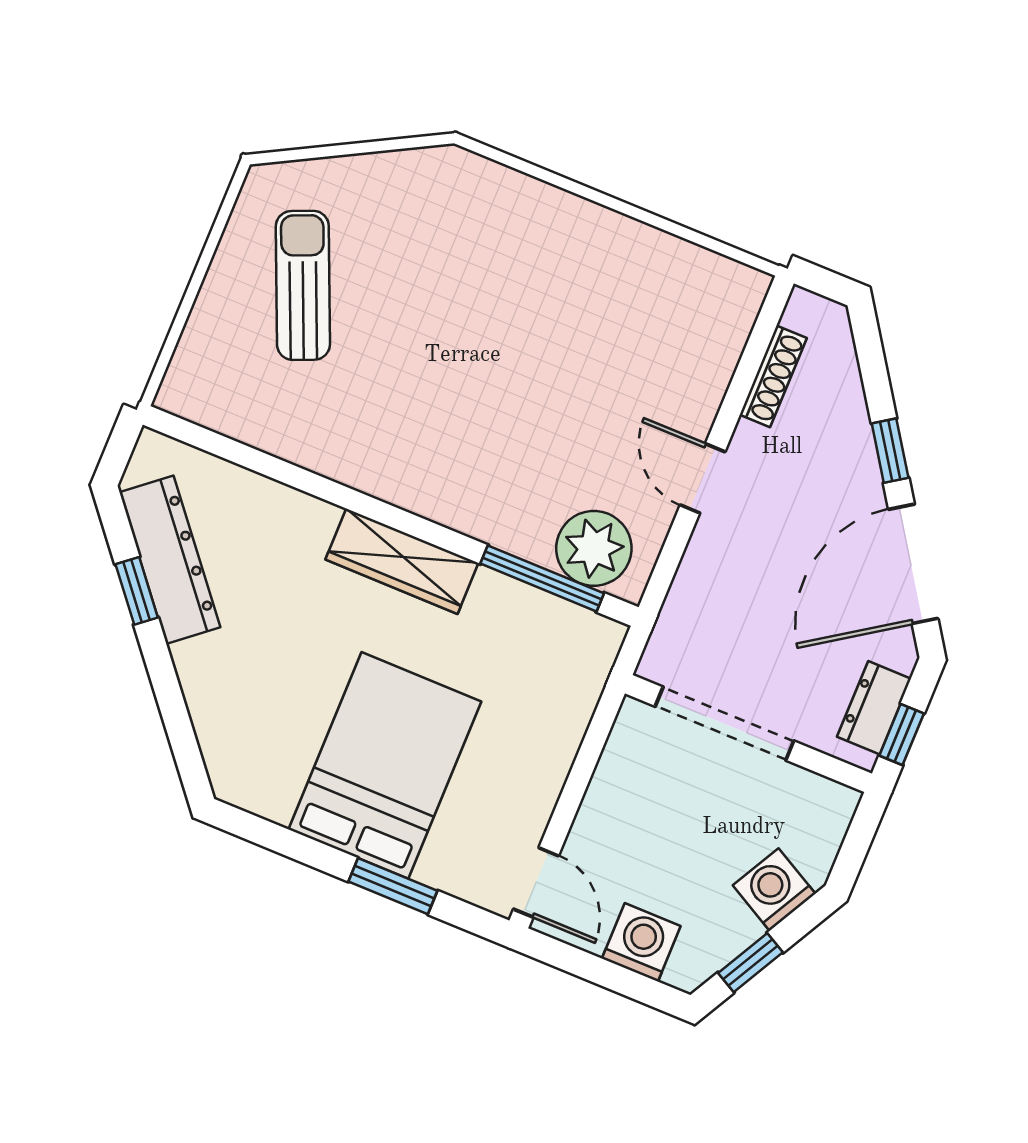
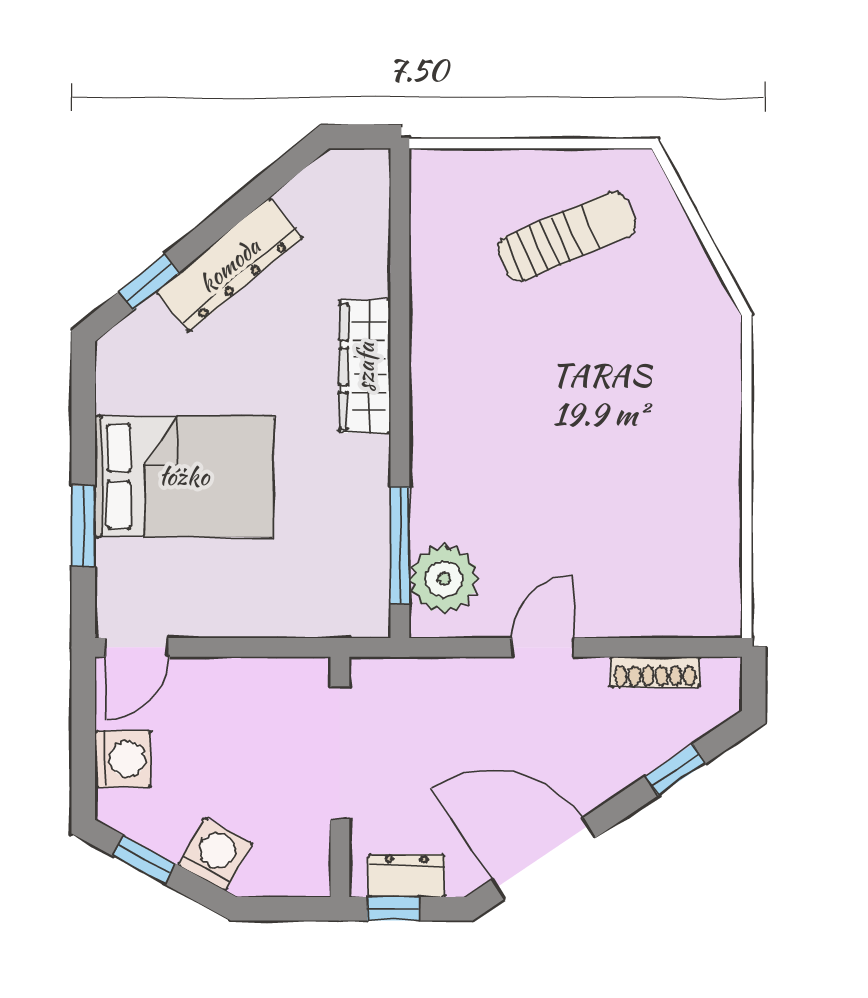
window: (890, 451) -> (675, 770), moved
dresser: (170, 560) -> (229, 265), moved
wardrobe: (402, 561) -> (365, 367), moved
window: (137, 591) -> (149, 282), moved

